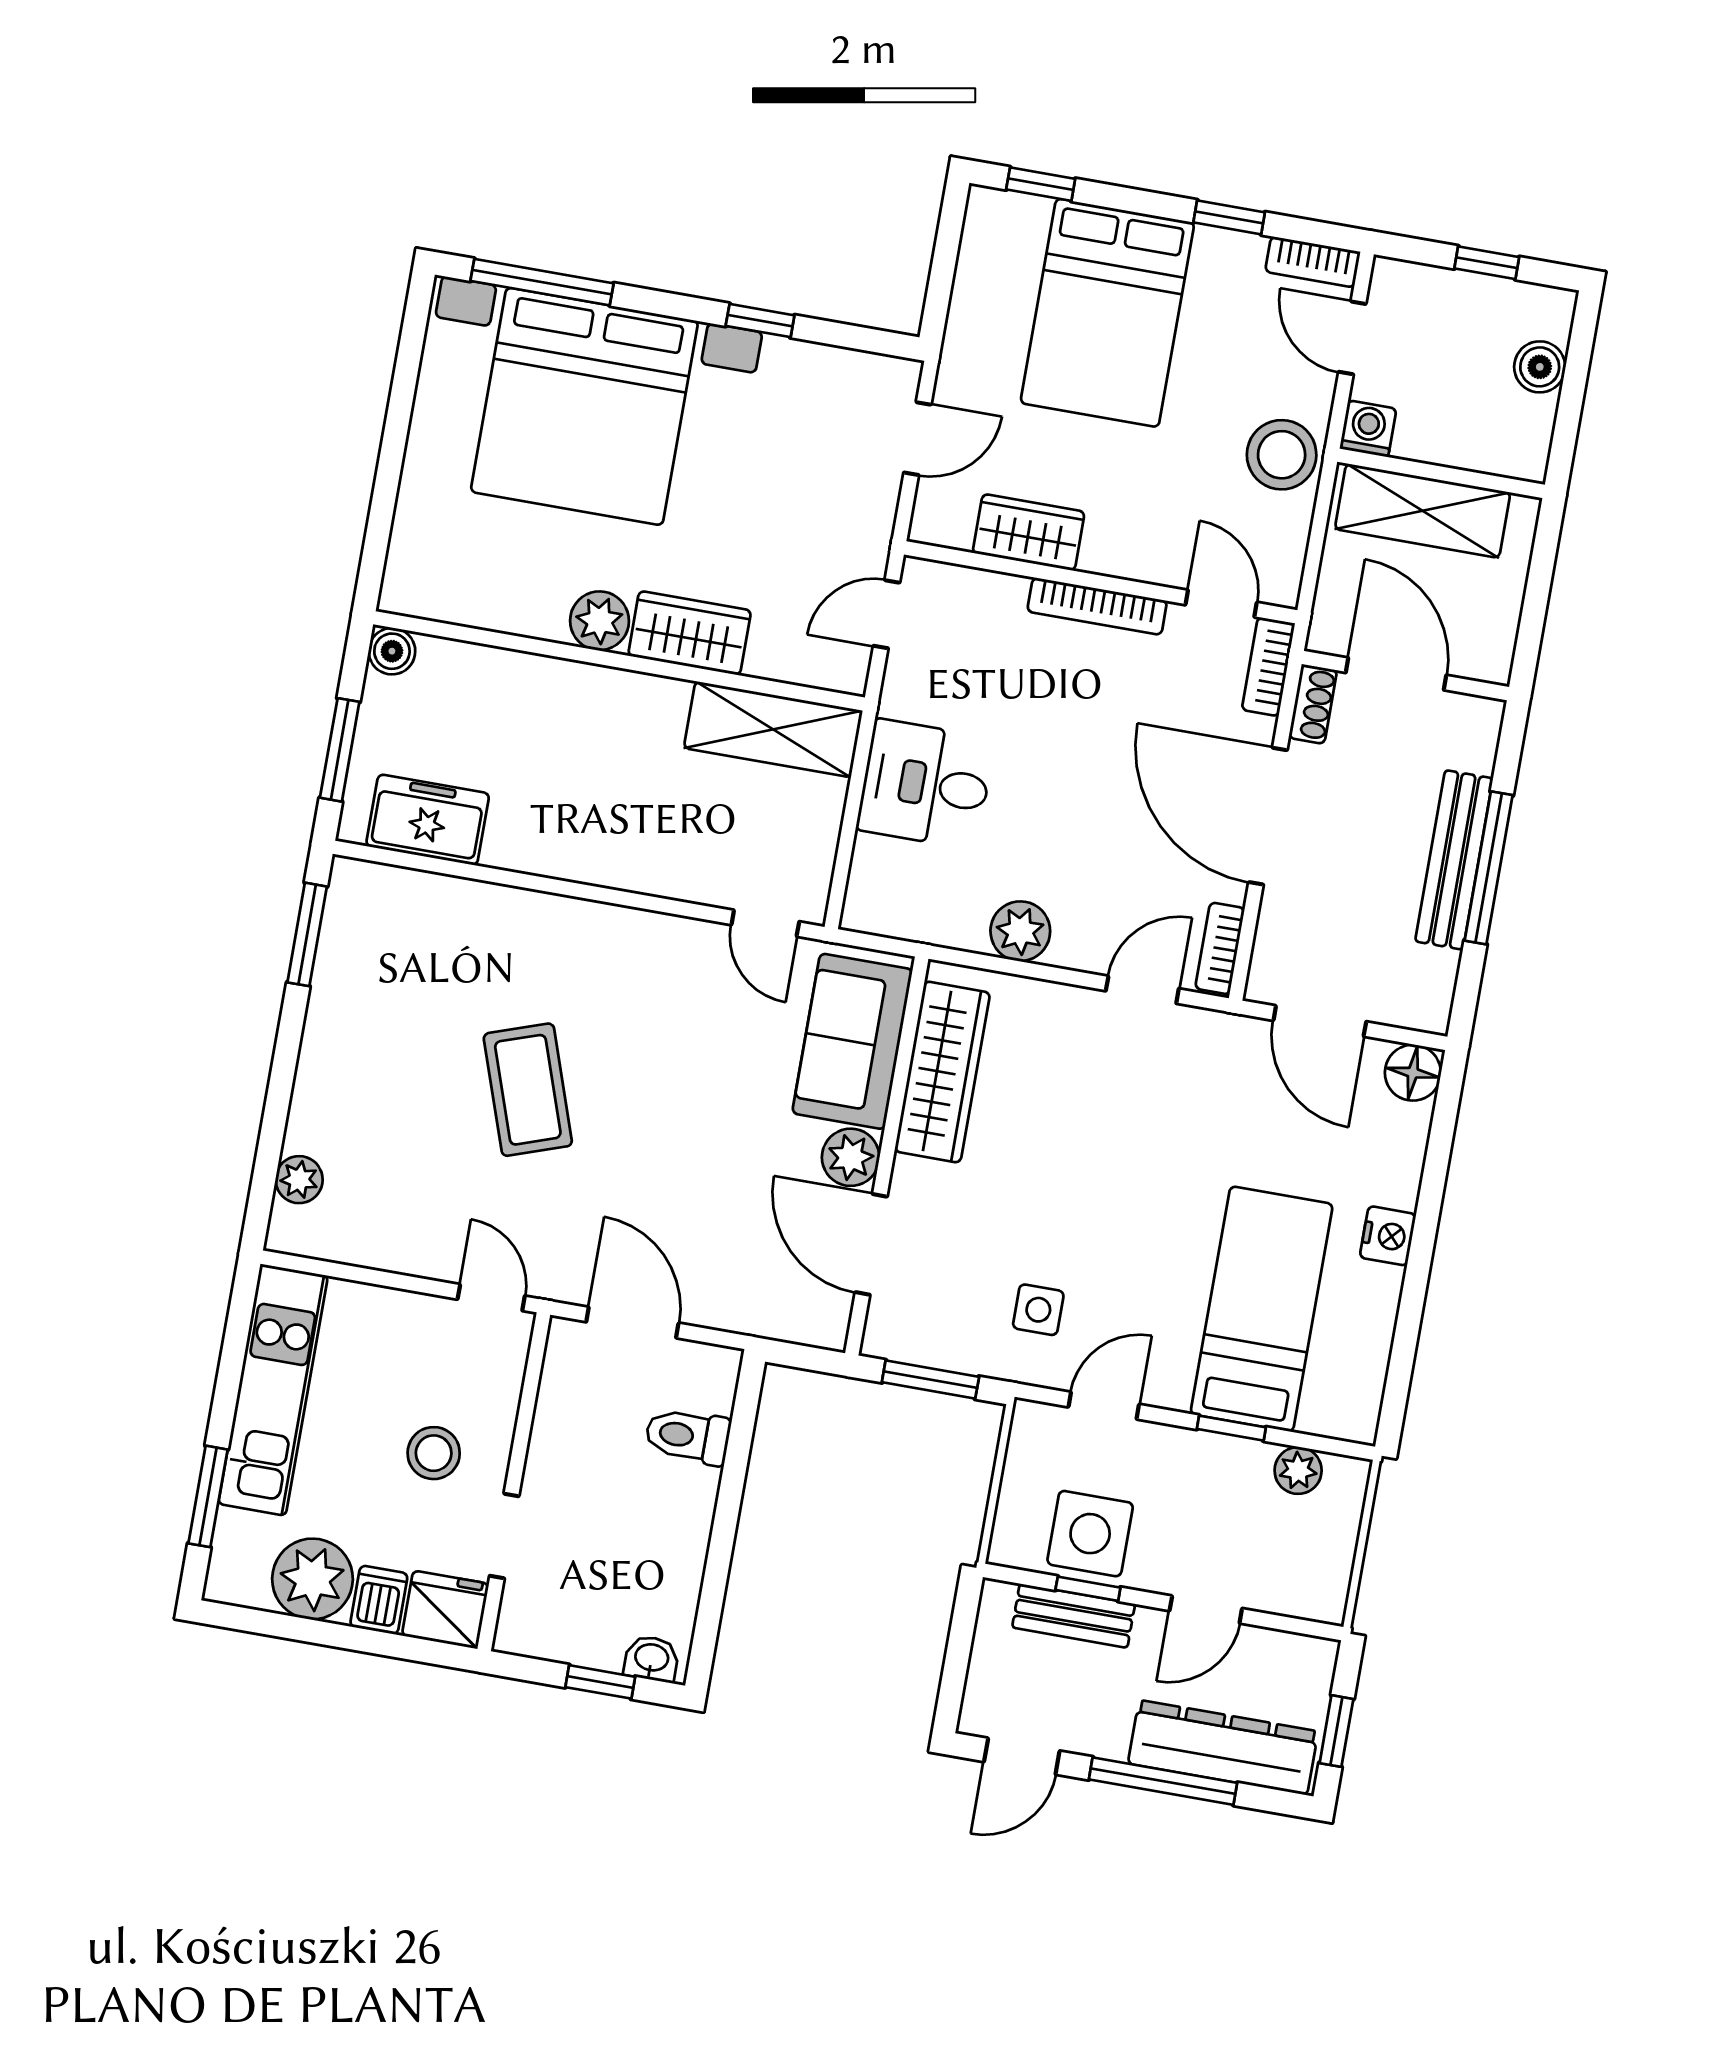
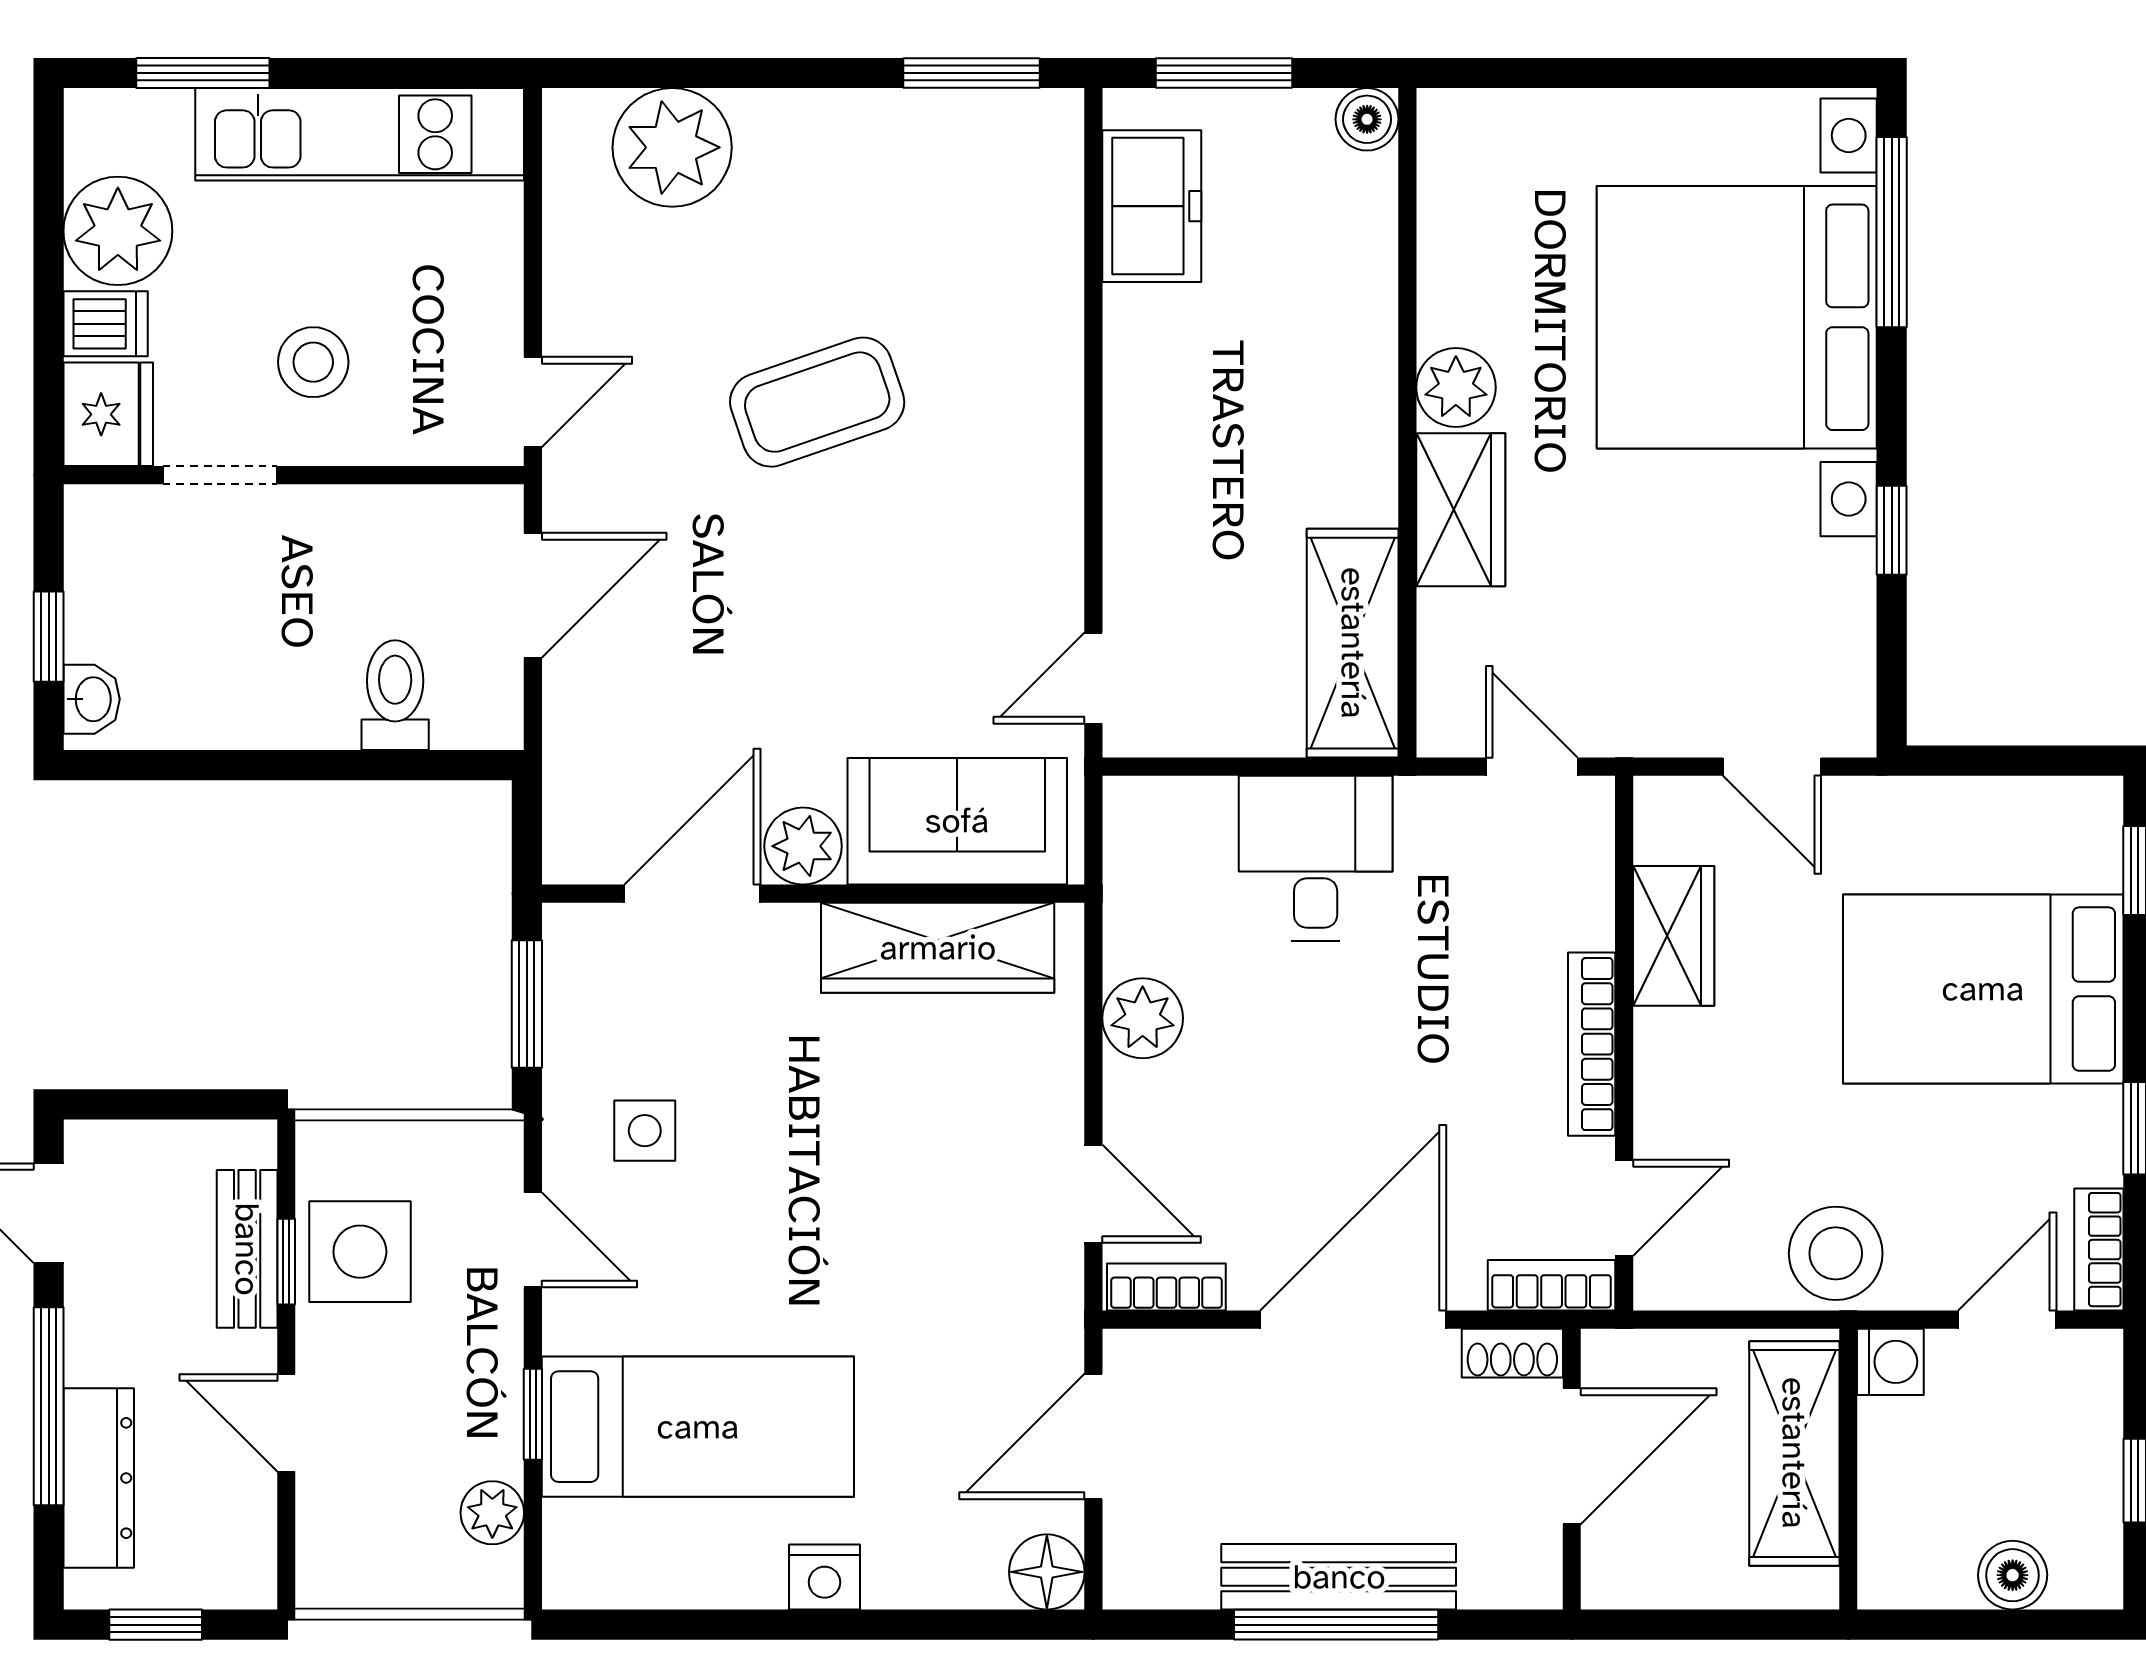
plant: (299, 1180) -> (672, 147), width x1.87, depth x1.87
dresser: (1223, 1747) -> (99, 1478), width x0.73, depth x0.80

